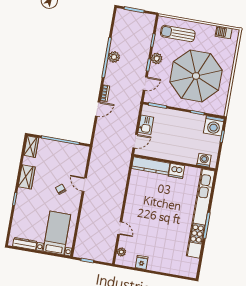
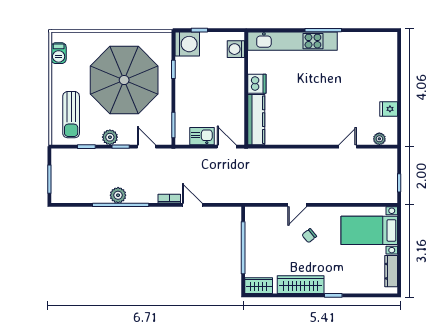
wardrobe: (27, 177) -> (301, 285), width x1.50
kitchen unit: (201, 213) -> (292, 41), width x0.73

